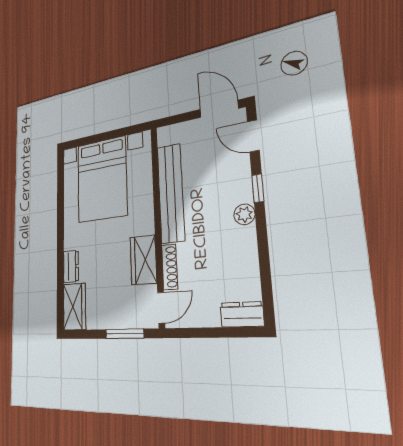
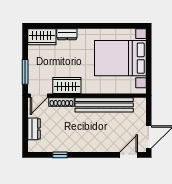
window: (258, 188) -> (60, 155), moved
plant: (244, 214) -> (86, 147), removed
door: (161, 308) -> (39, 96), hinge flipped
dresser: (242, 314) -> (34, 129), moved

